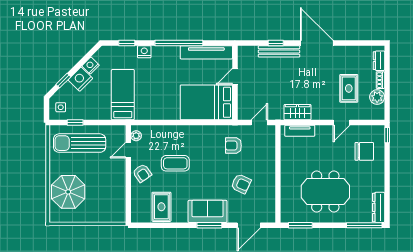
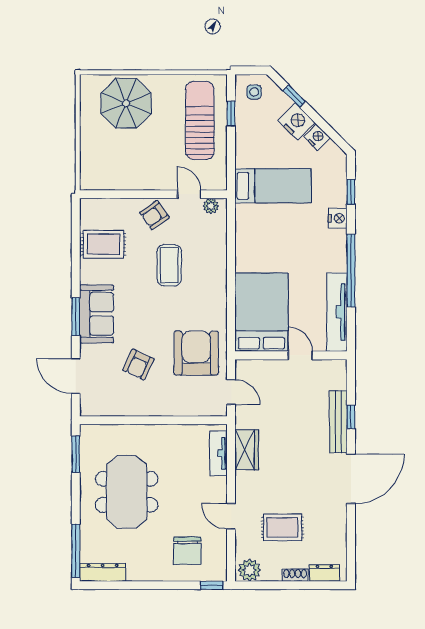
plant: (377, 97) -> (249, 570), moved
armchair: (233, 146) -> (196, 353), width x1.88, depth x1.88

